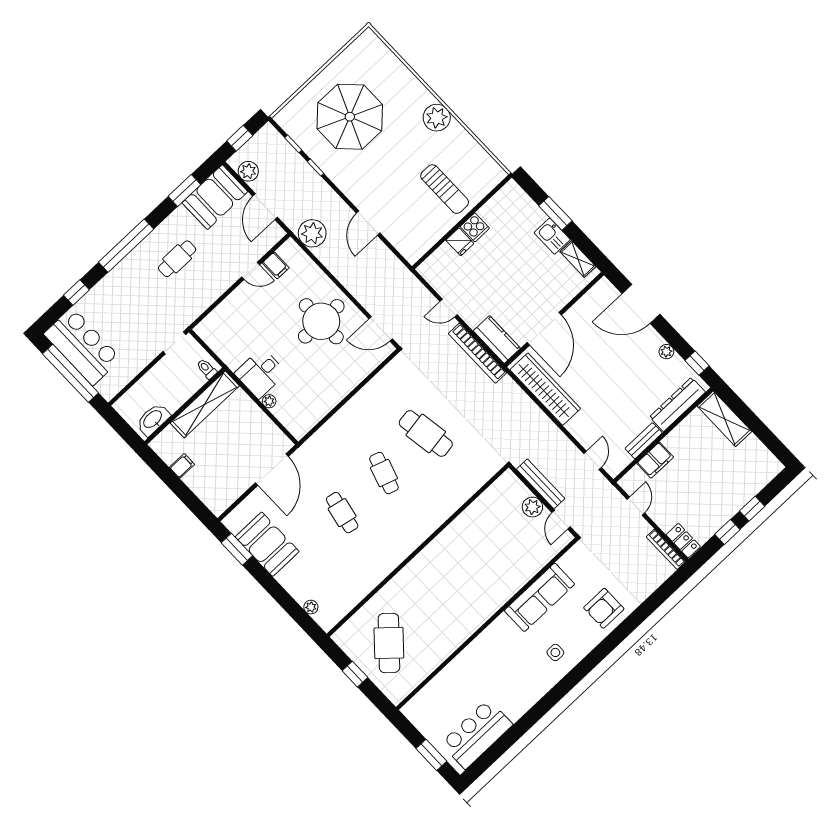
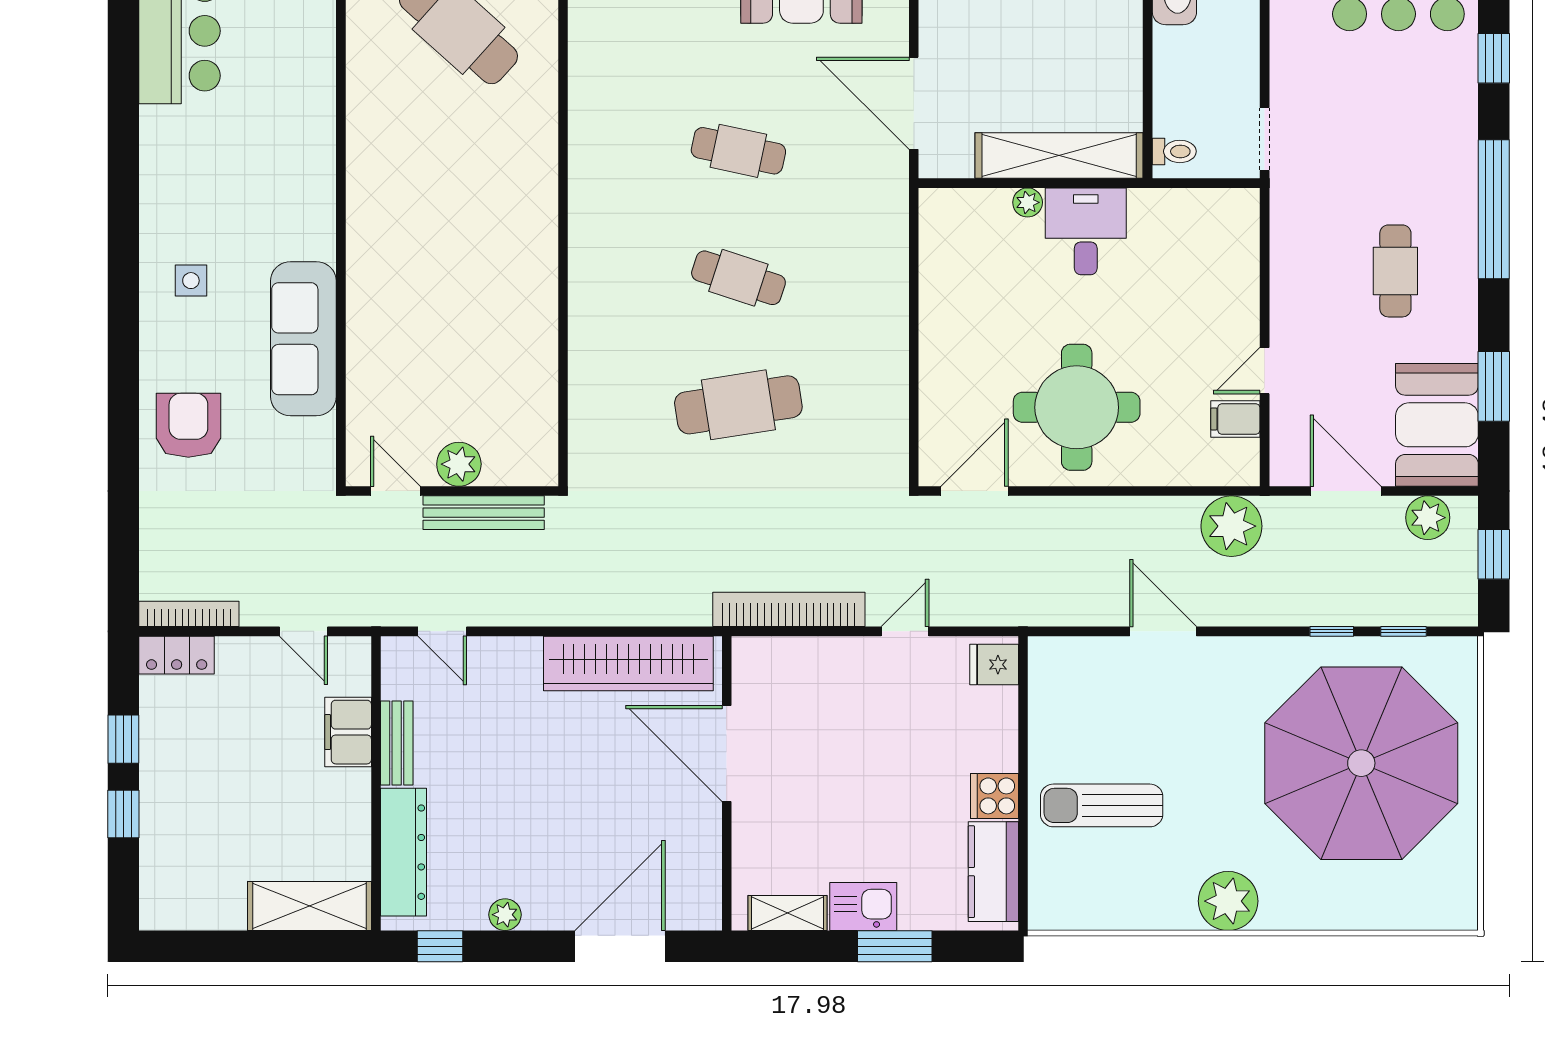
parasol: (350, 117) -> (1361, 763), width x1.36, depth x1.36
fridge: (460, 242) -> (994, 665), moved
kitchen counter: (497, 340) -> (993, 872), moved, turned 90
shelving: (205, 404) -> (1059, 156), moved, turned 90

